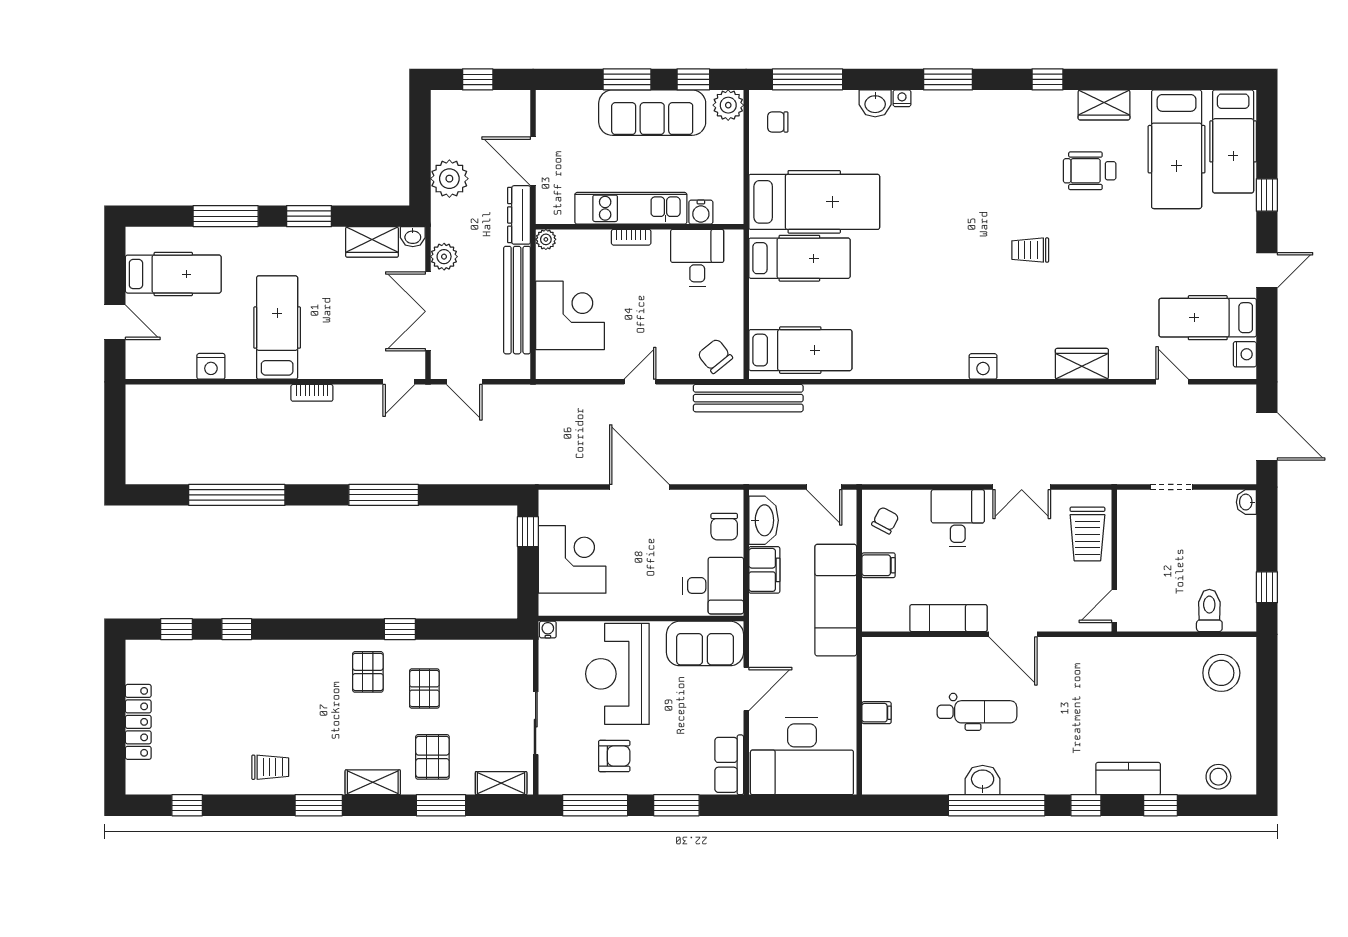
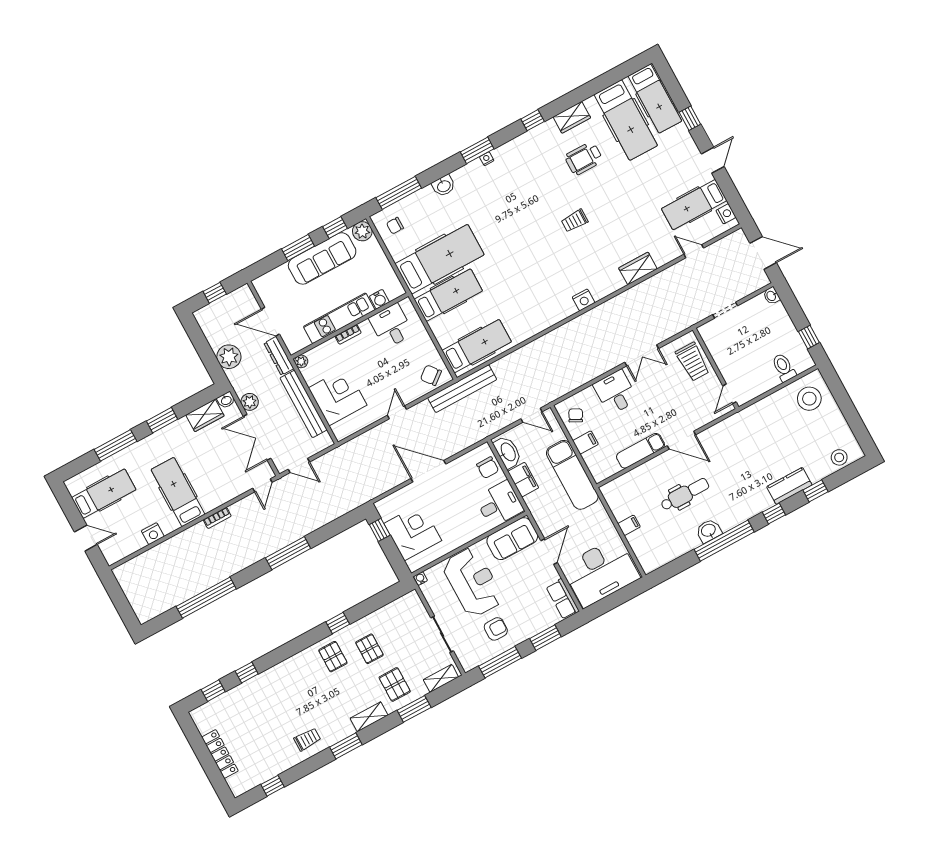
nightstand: (902, 98) -> (487, 159), moved
reception desk: (617, 674) -> (473, 582), turned 180

